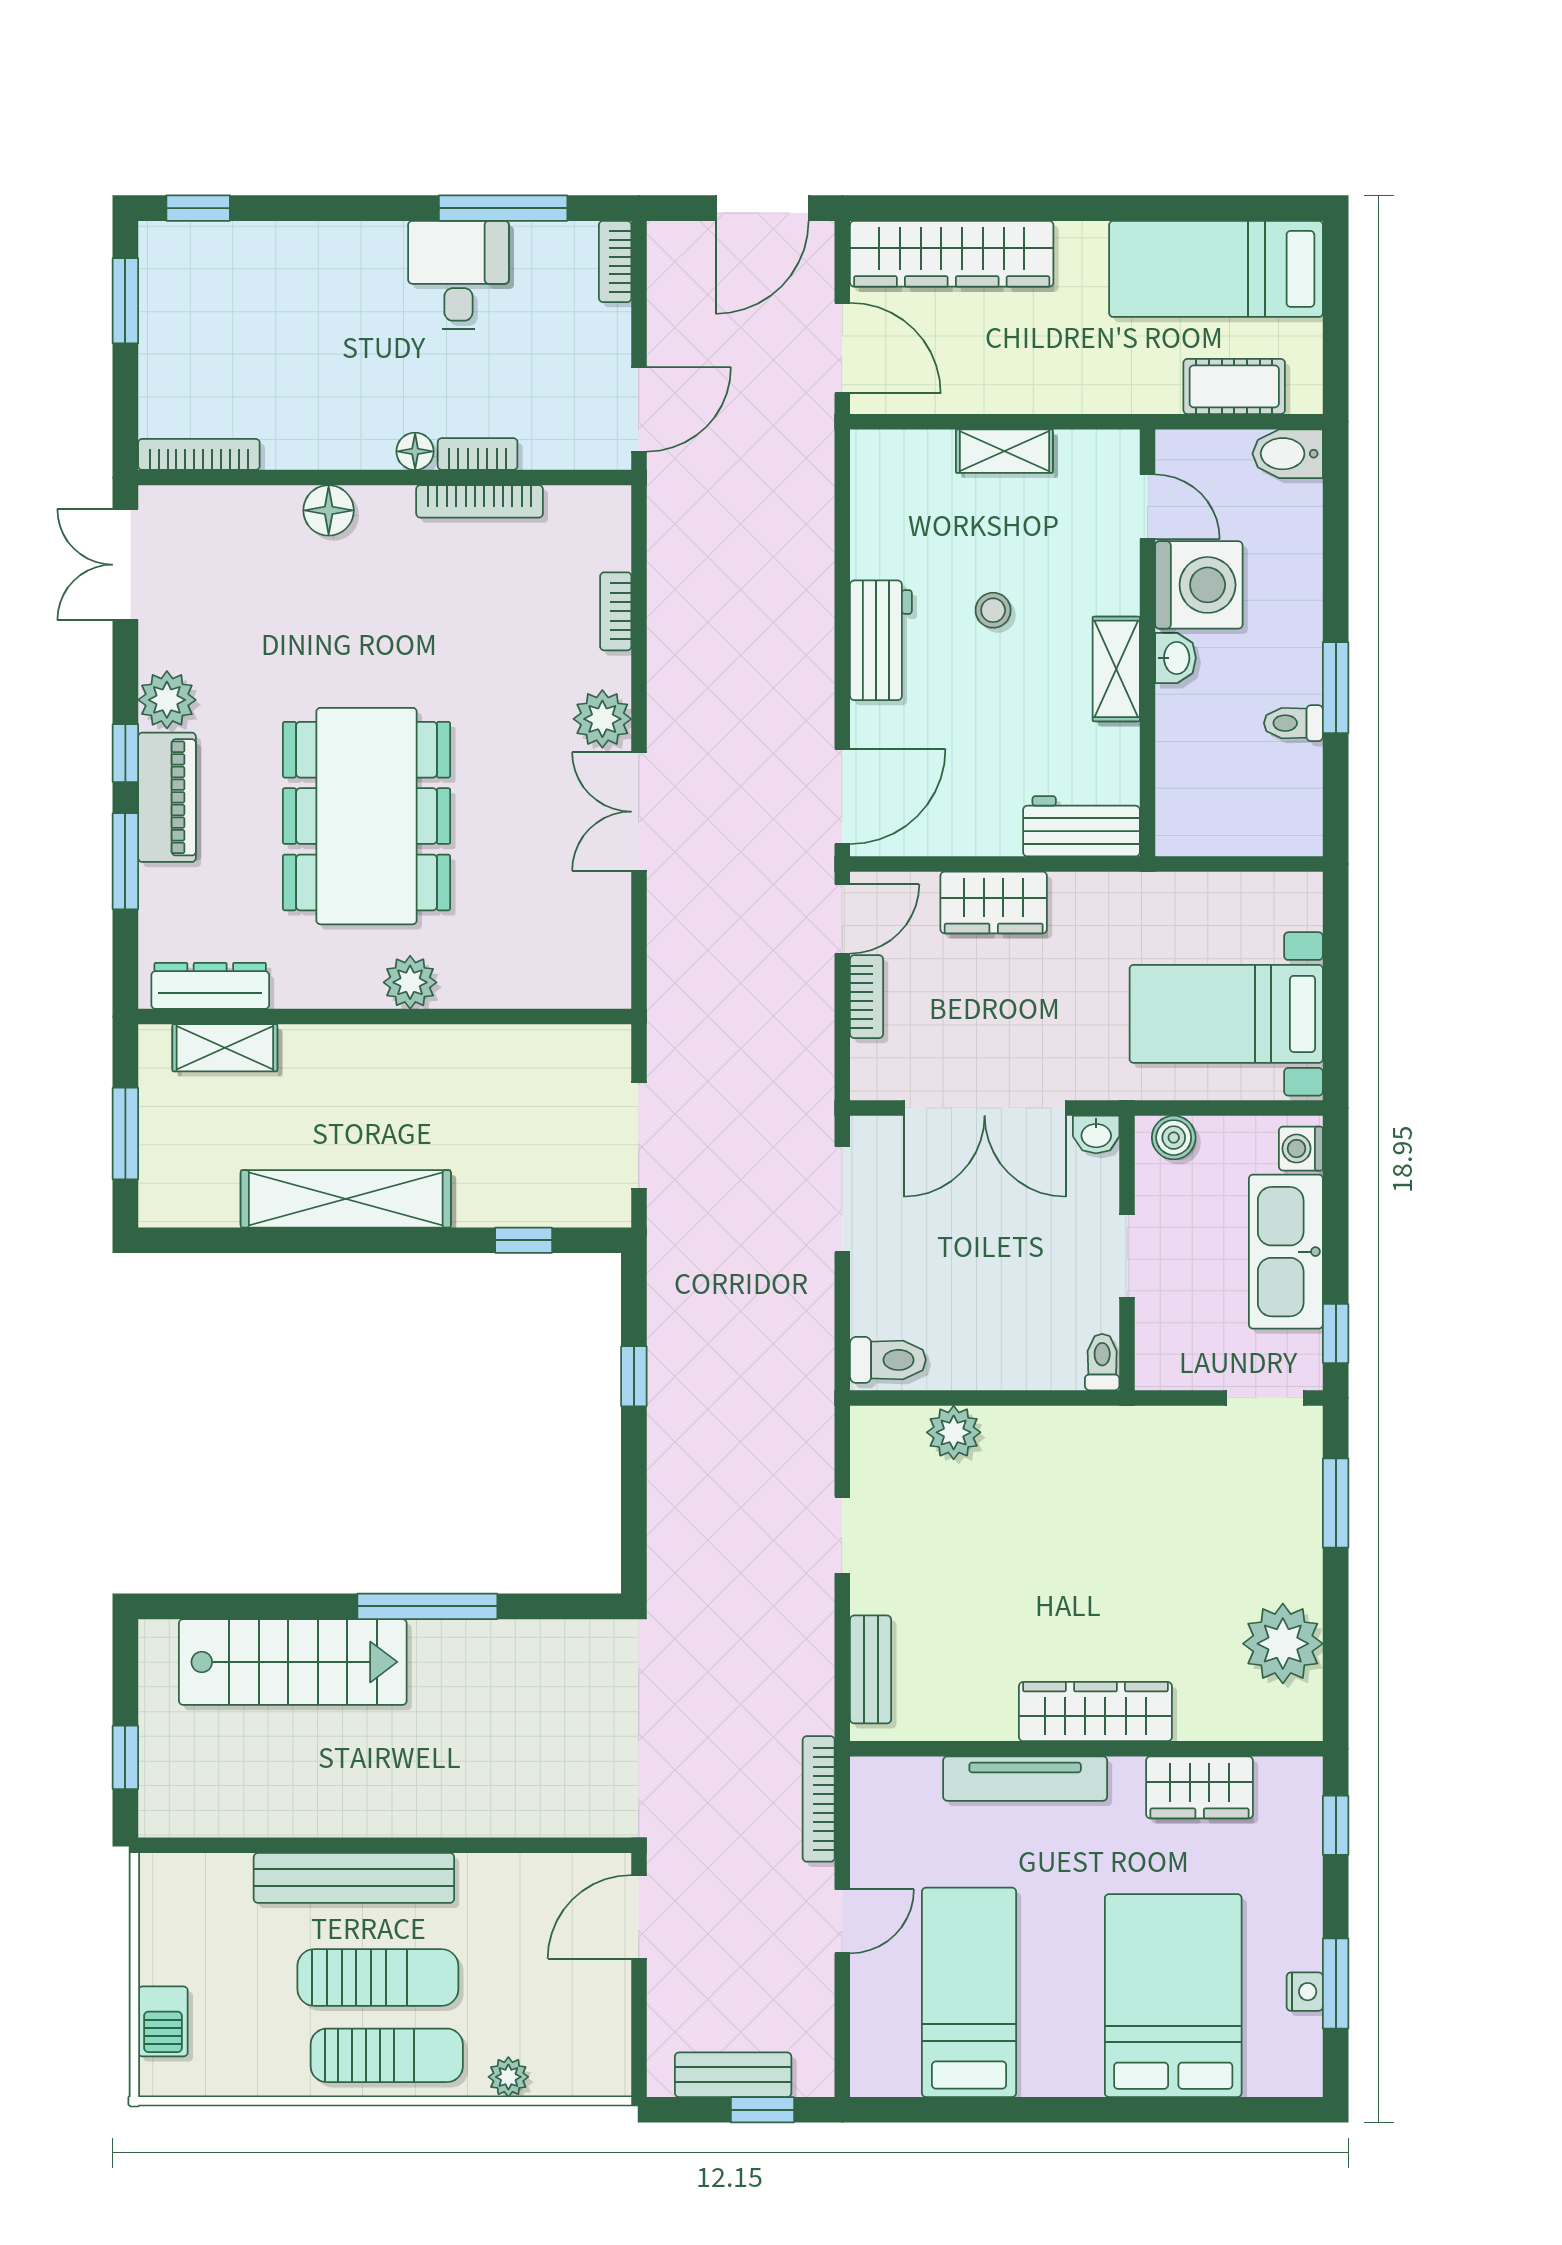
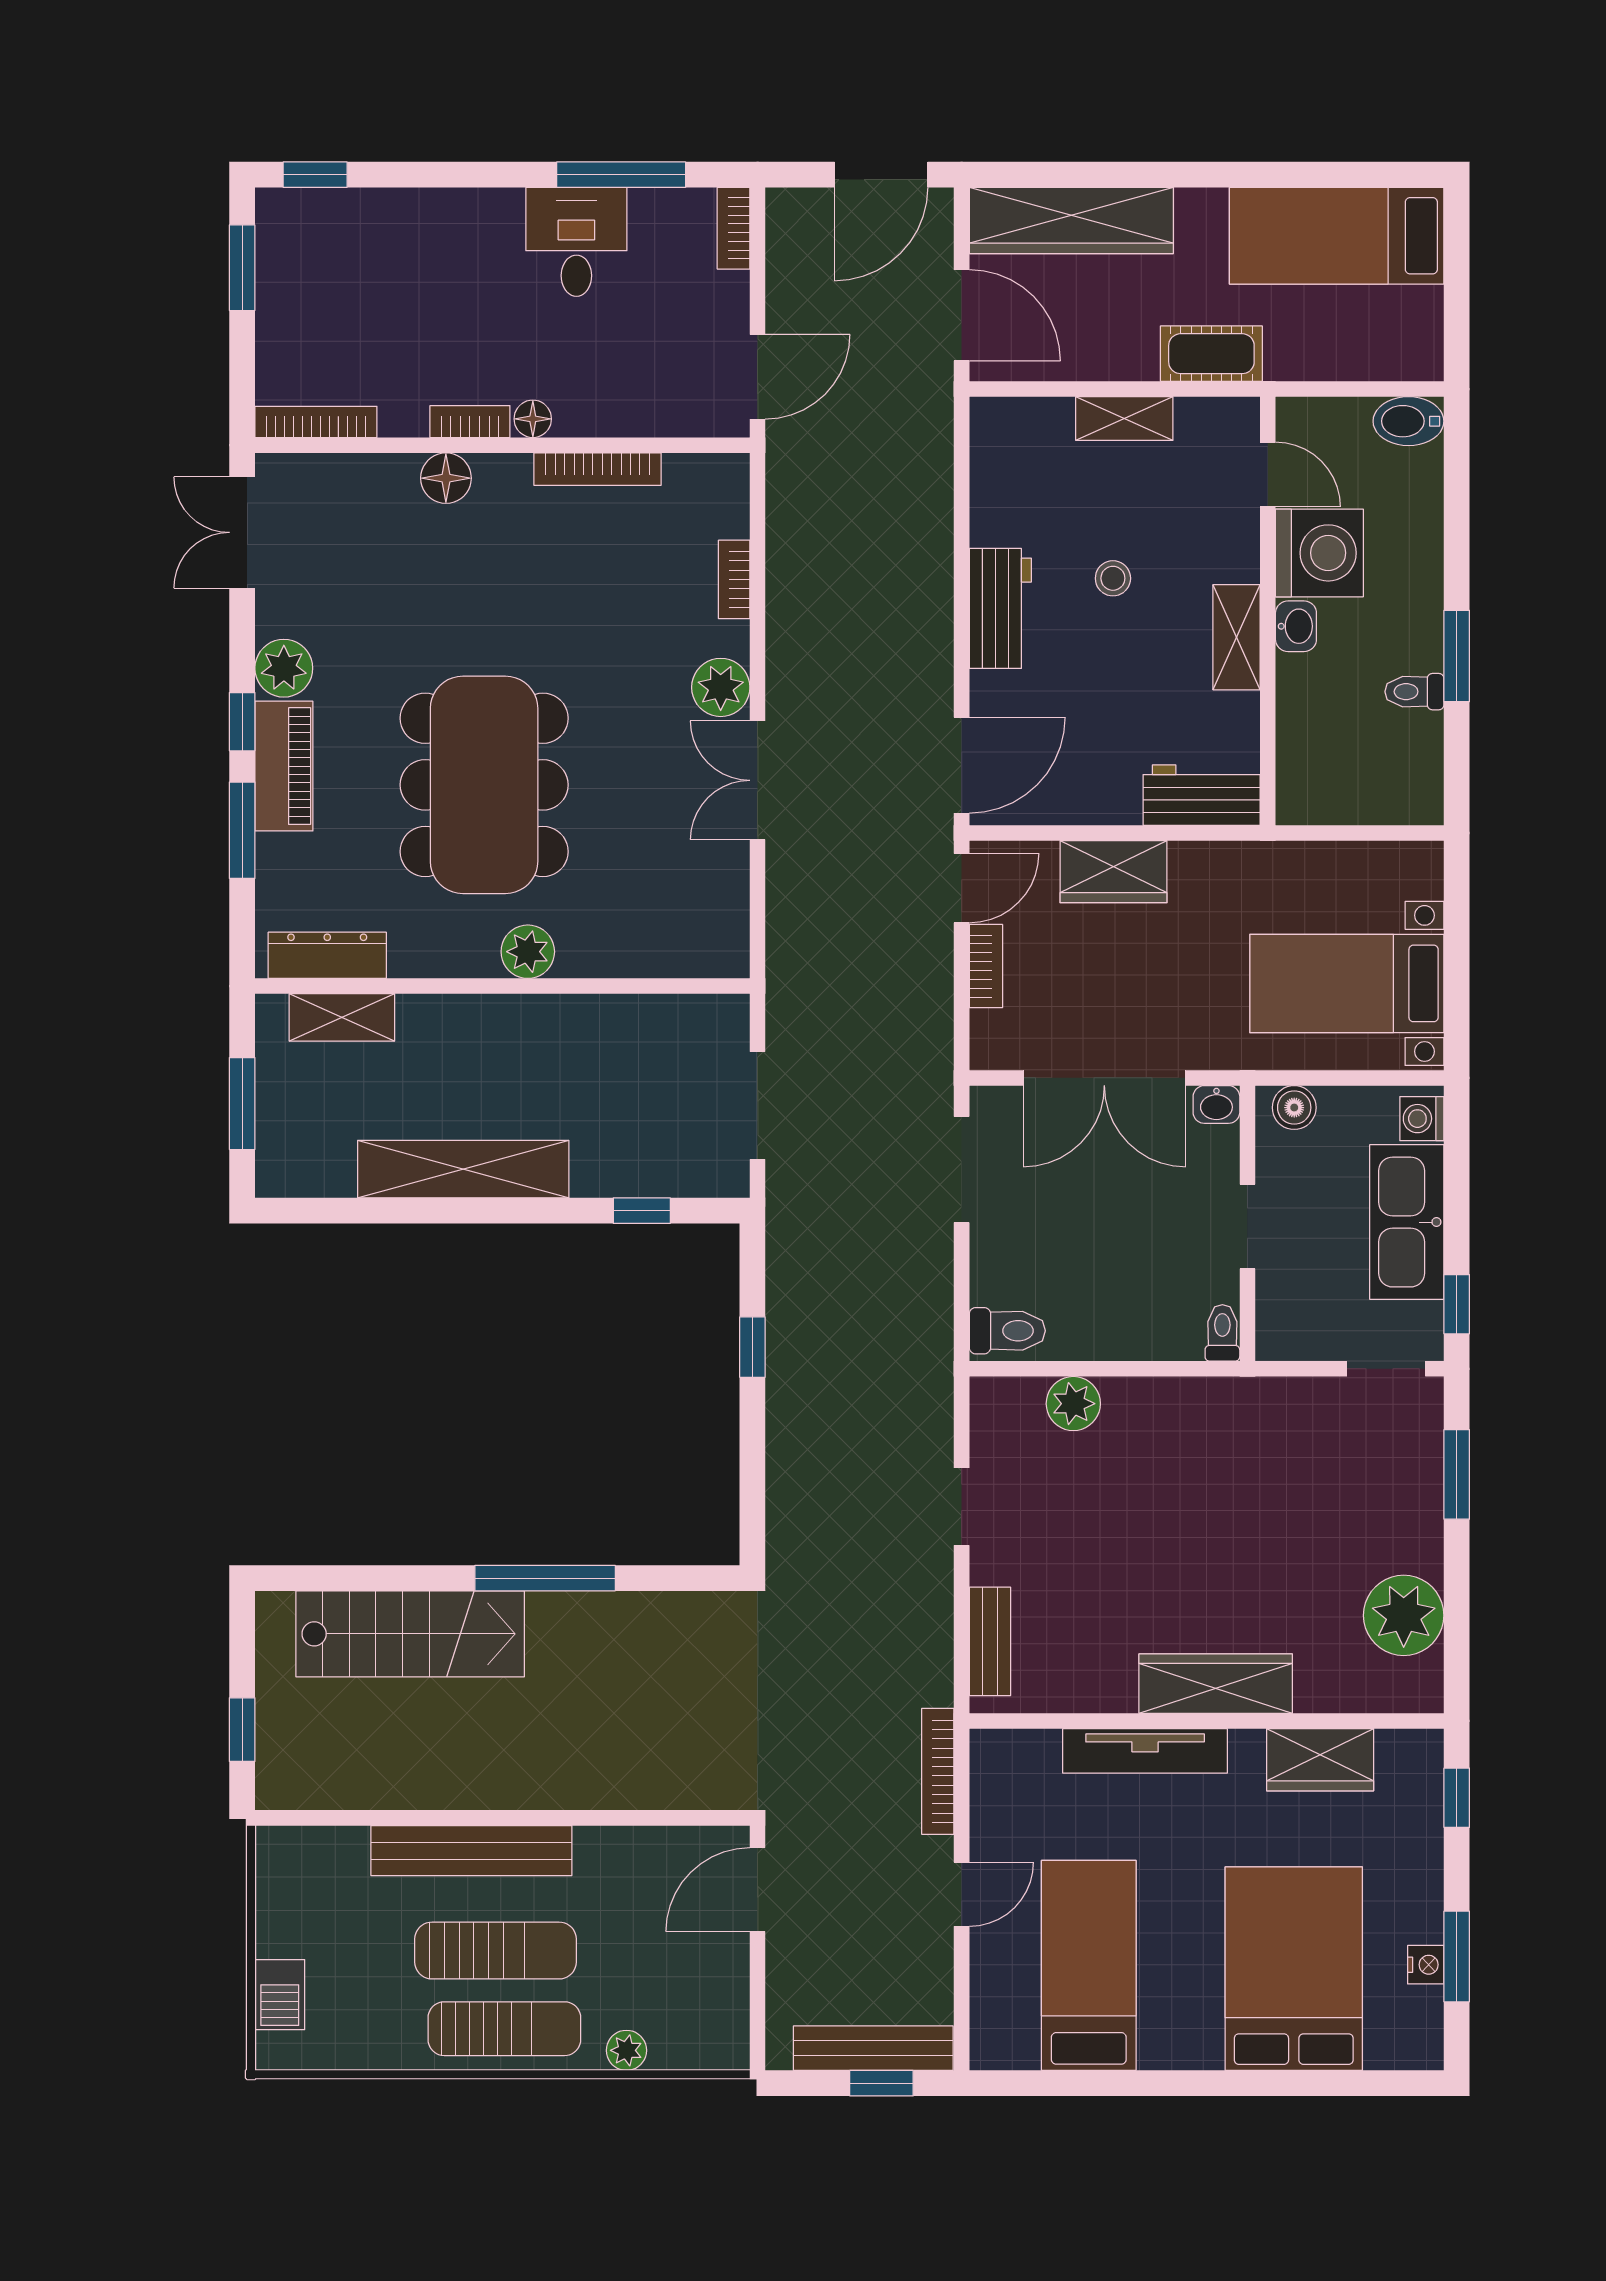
cot: (1234, 386) -> (1211, 354), moved
bookcase: (478, 454) -> (470, 422), moved
bench: (733, 2075) -> (873, 2048), width x1.36

